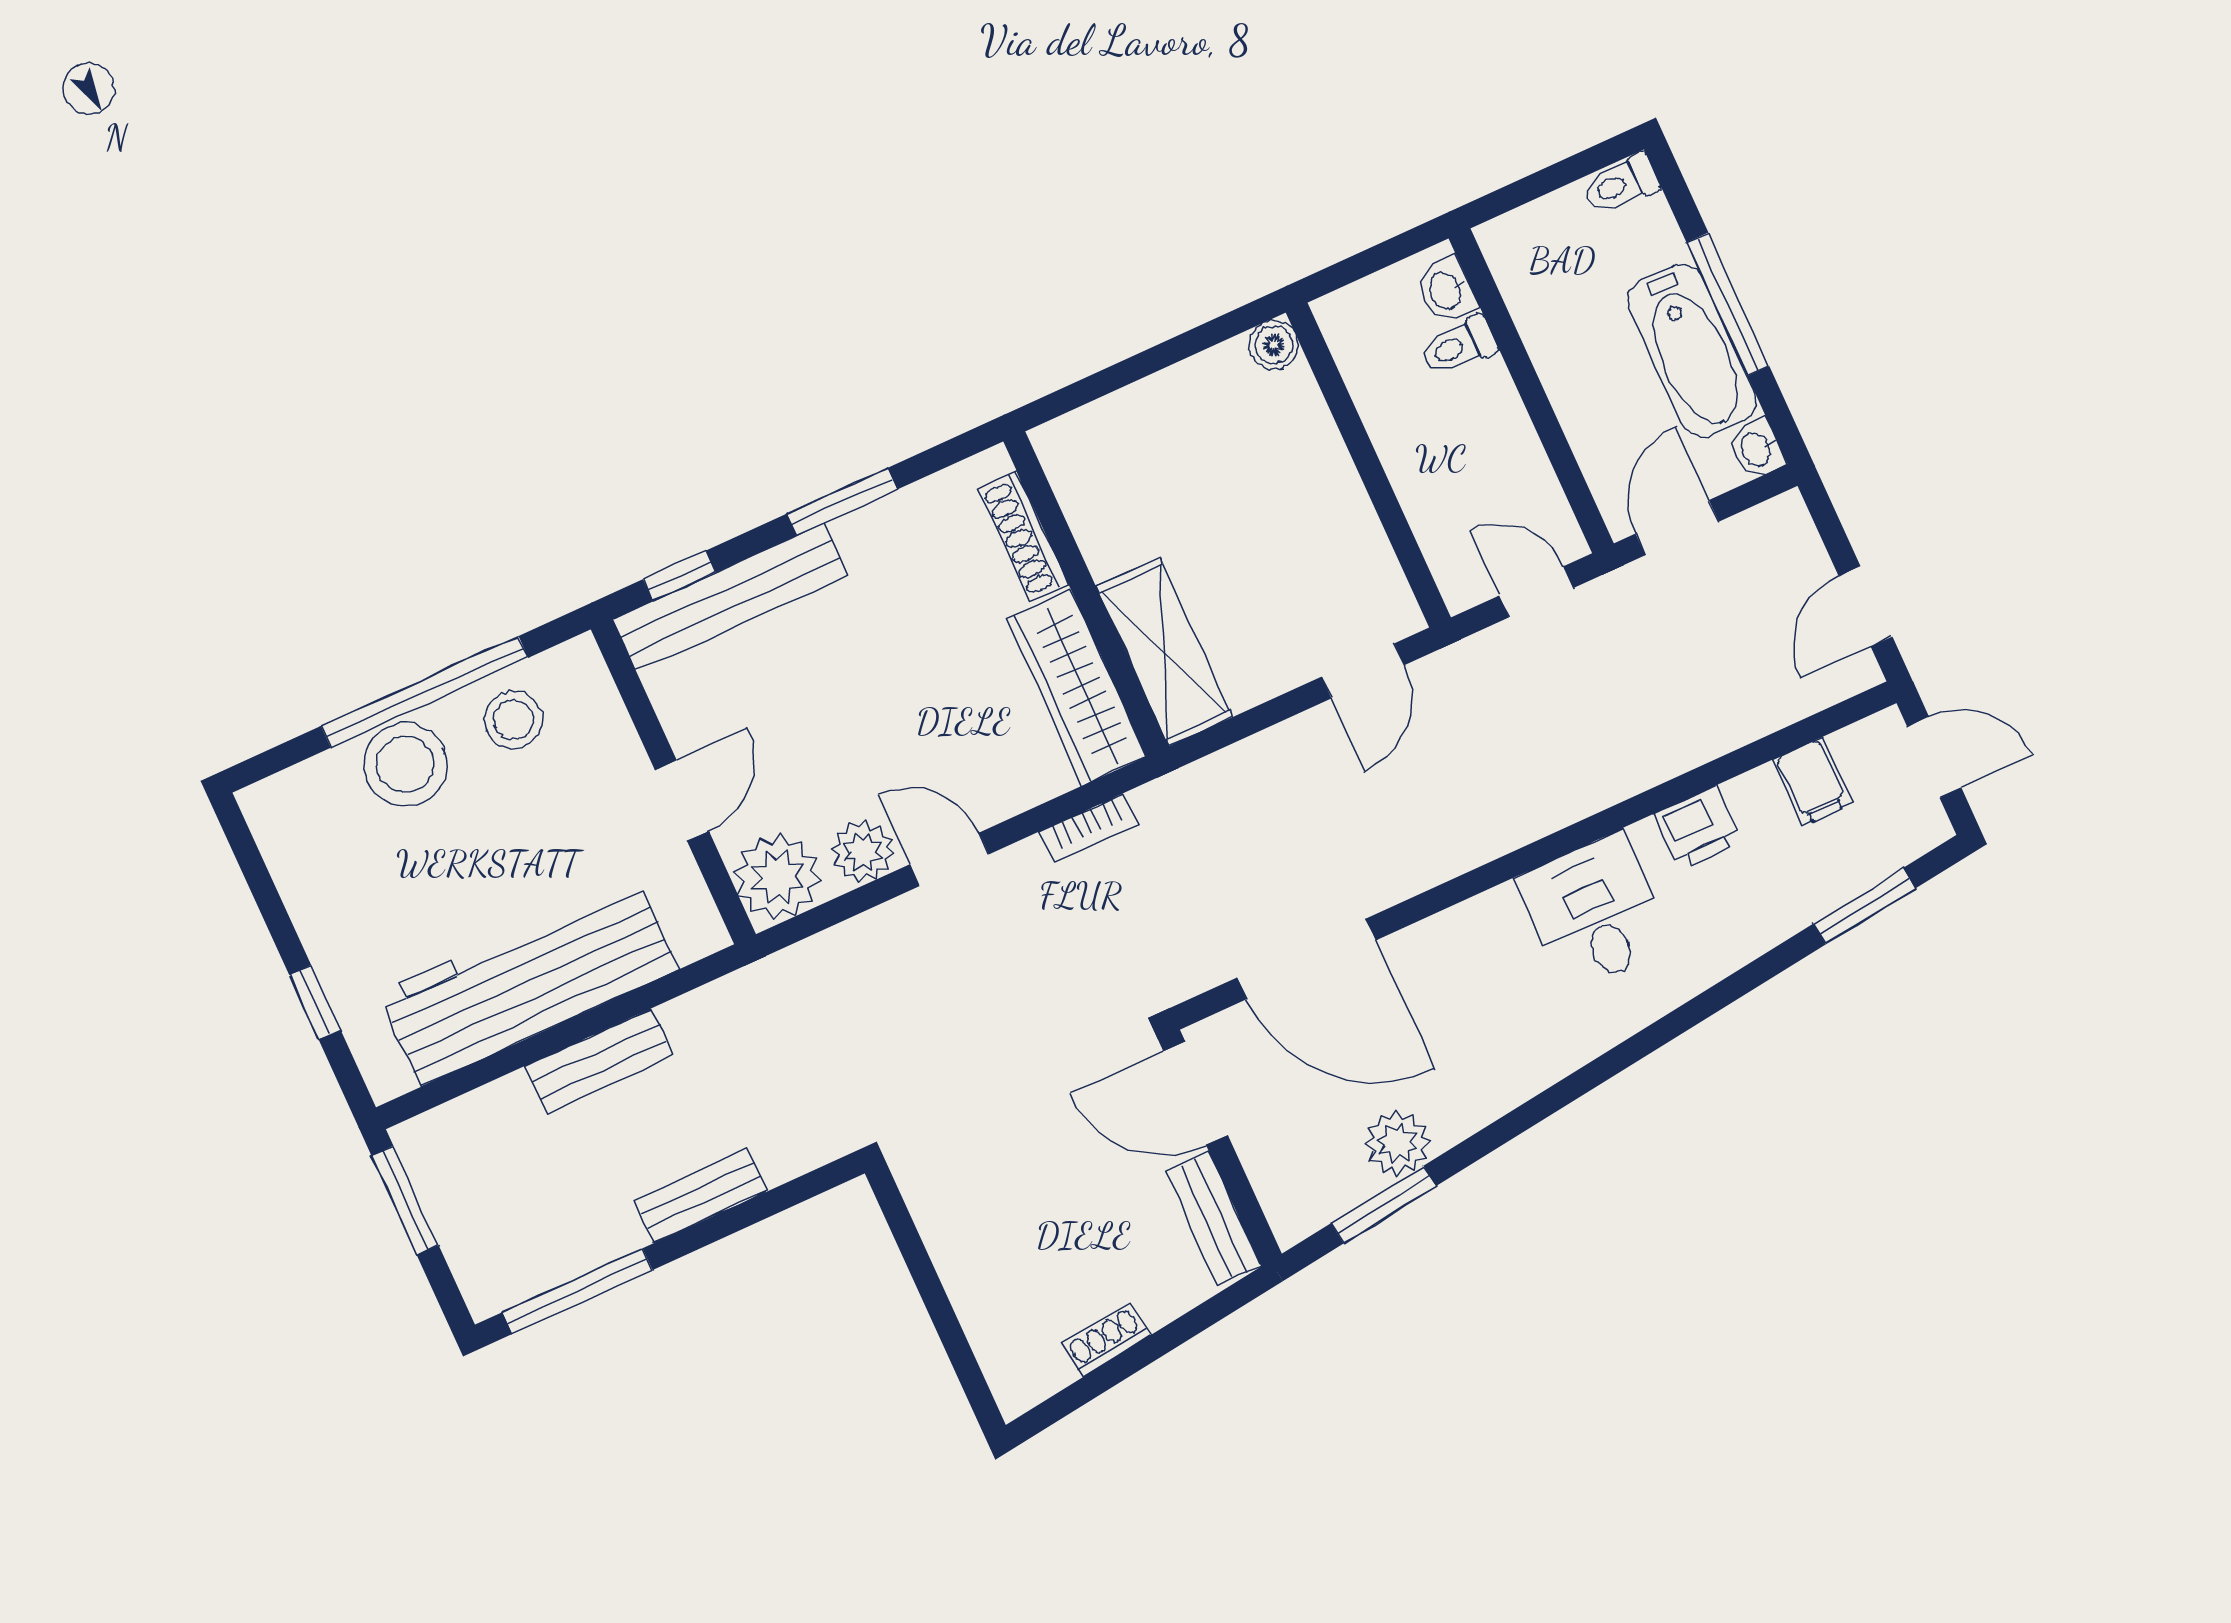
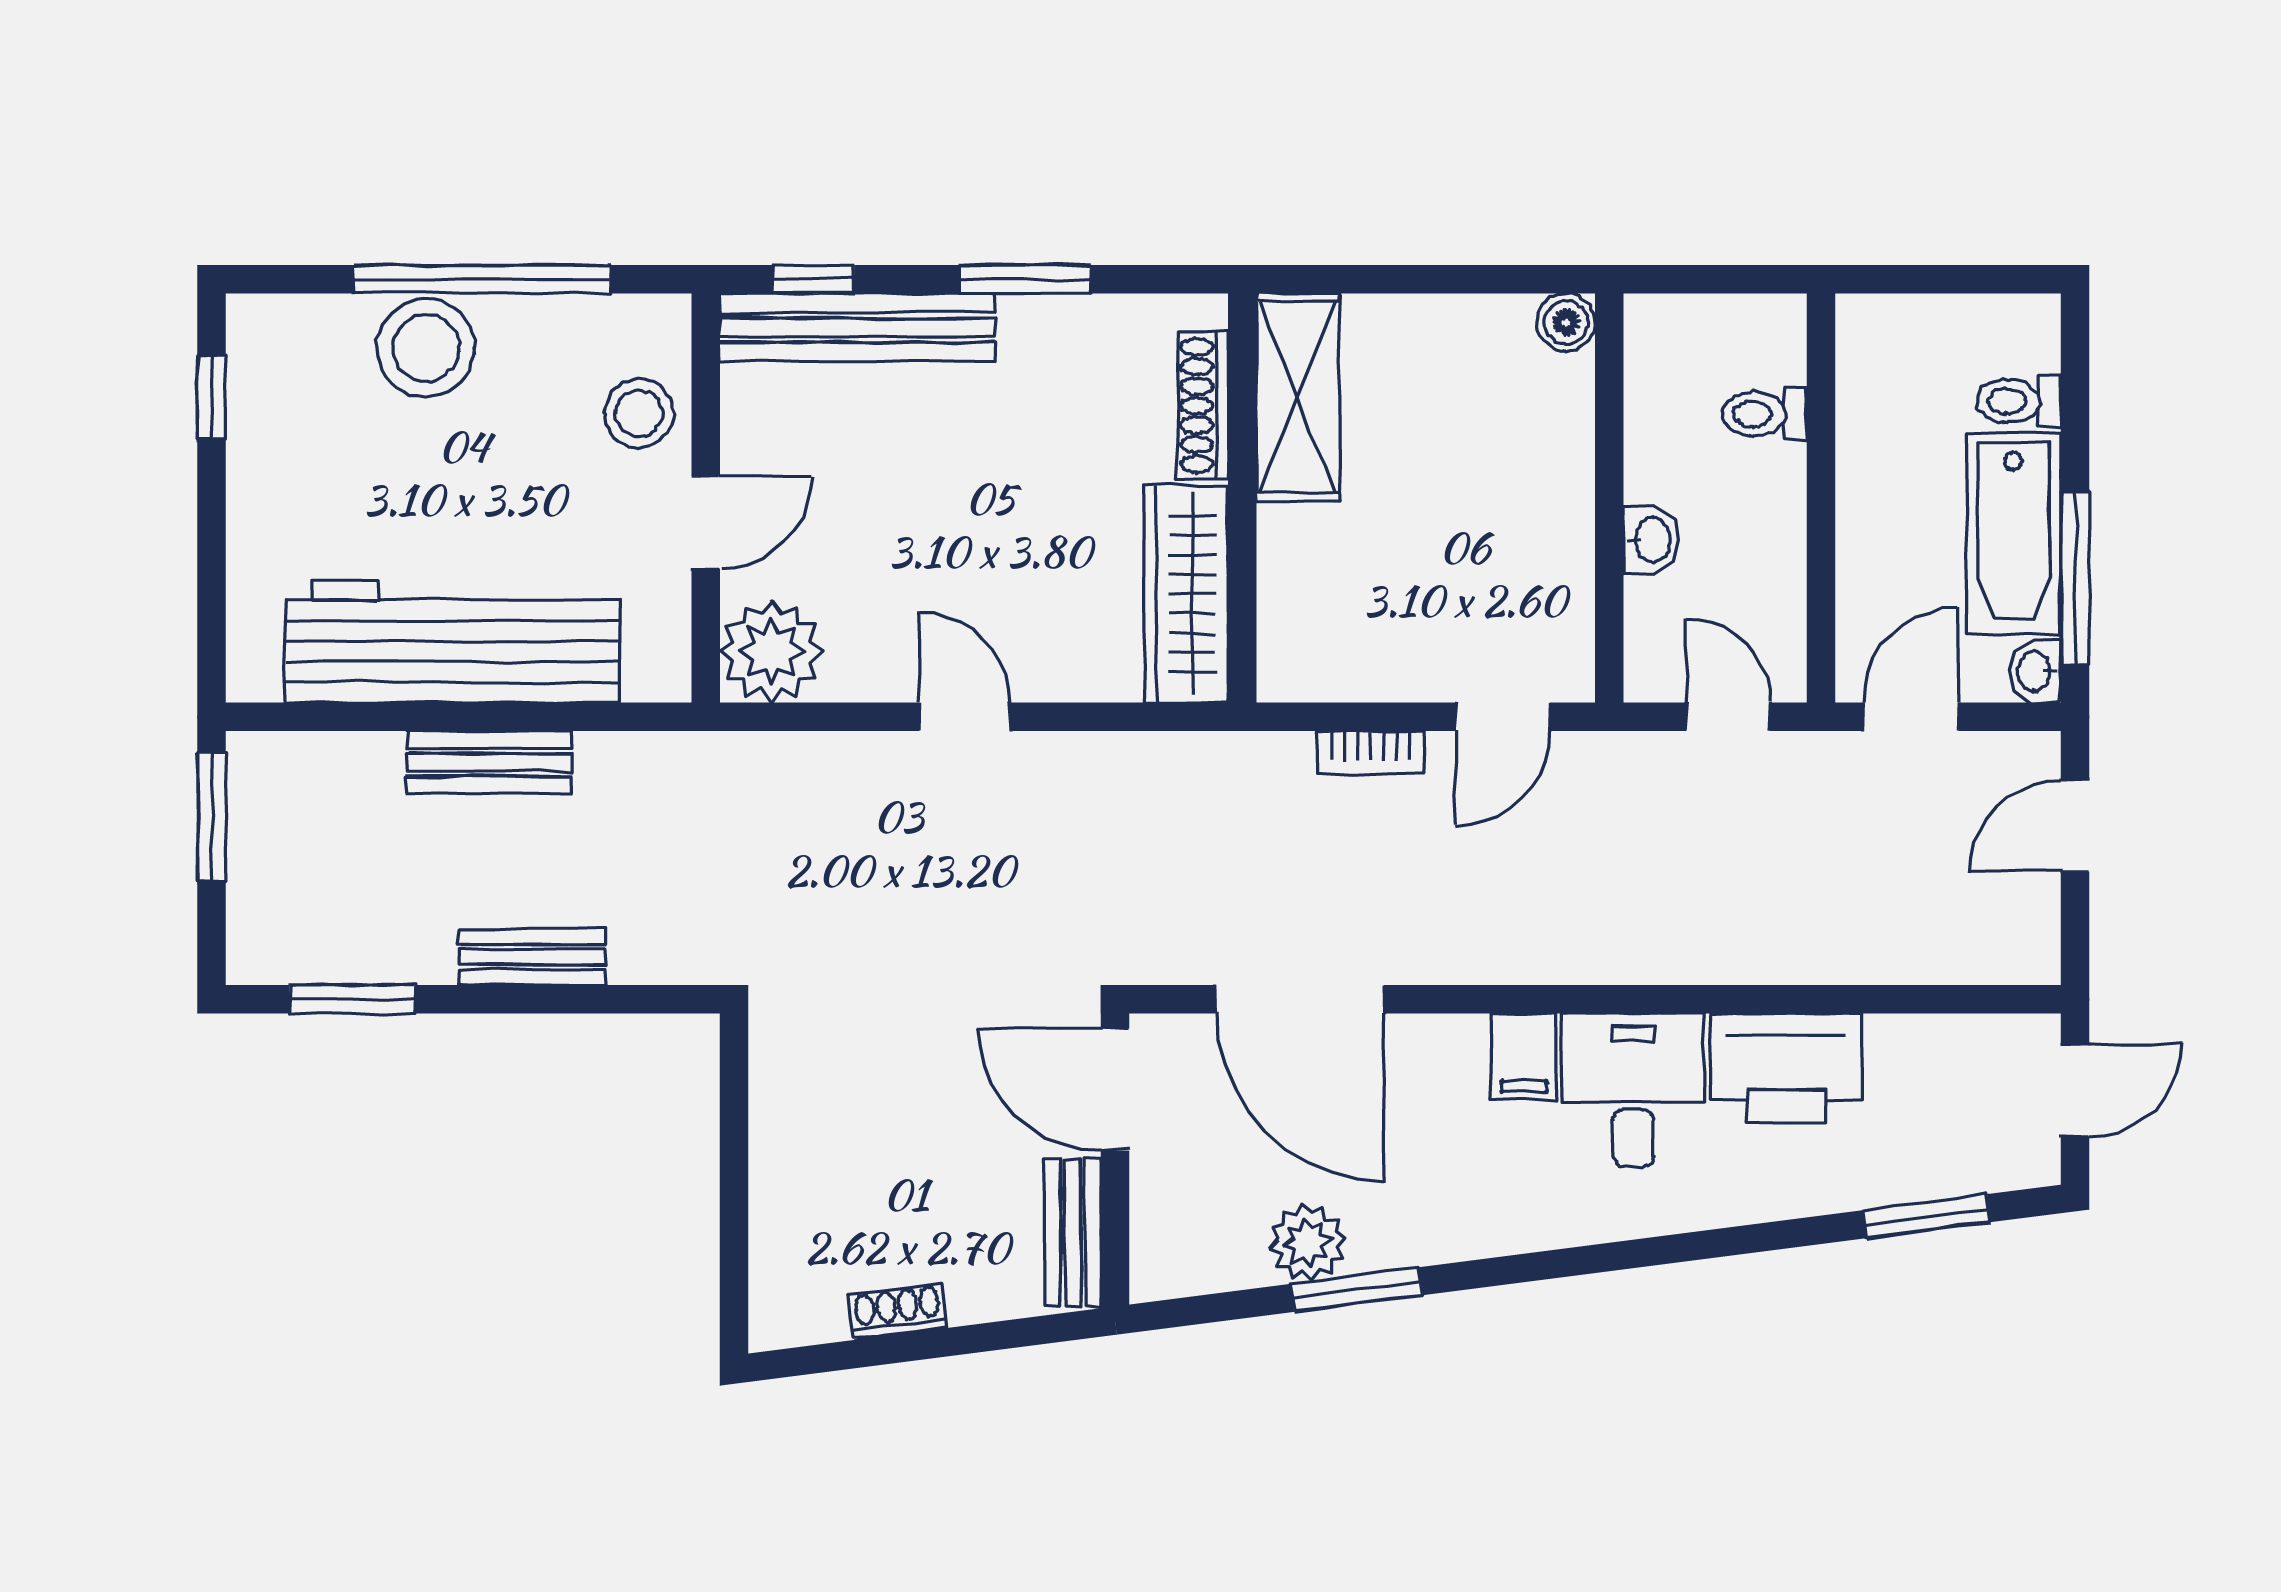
toilet: (1621, 184) -> (2019, 401), moved
washbasin: (1446, 290) -> (1651, 540), moved, turned 180
window: (1728, 304) -> (2075, 578), moved
door: (1865, 606) -> (2075, 826), moved
shelving: (1164, 652) -> (1298, 397), moved
stool: (514, 720) -> (639, 413), moved
door: (1934, 757) -> (2075, 1090), hinge flipped
filing cabinet: (1812, 781) -> (1524, 1056), moved
printer: (1698, 828) -> (1786, 1068), width x1.87, depth x1.48
bookcase: (1089, 829) -> (1371, 752), moved
plant: (862, 851) -> (875, 666), removed
window: (315, 1002) -> (212, 397), moved
window: (1383, 1205) -> (1356, 1290), moved
window: (577, 1291) -> (353, 999), width x0.69

